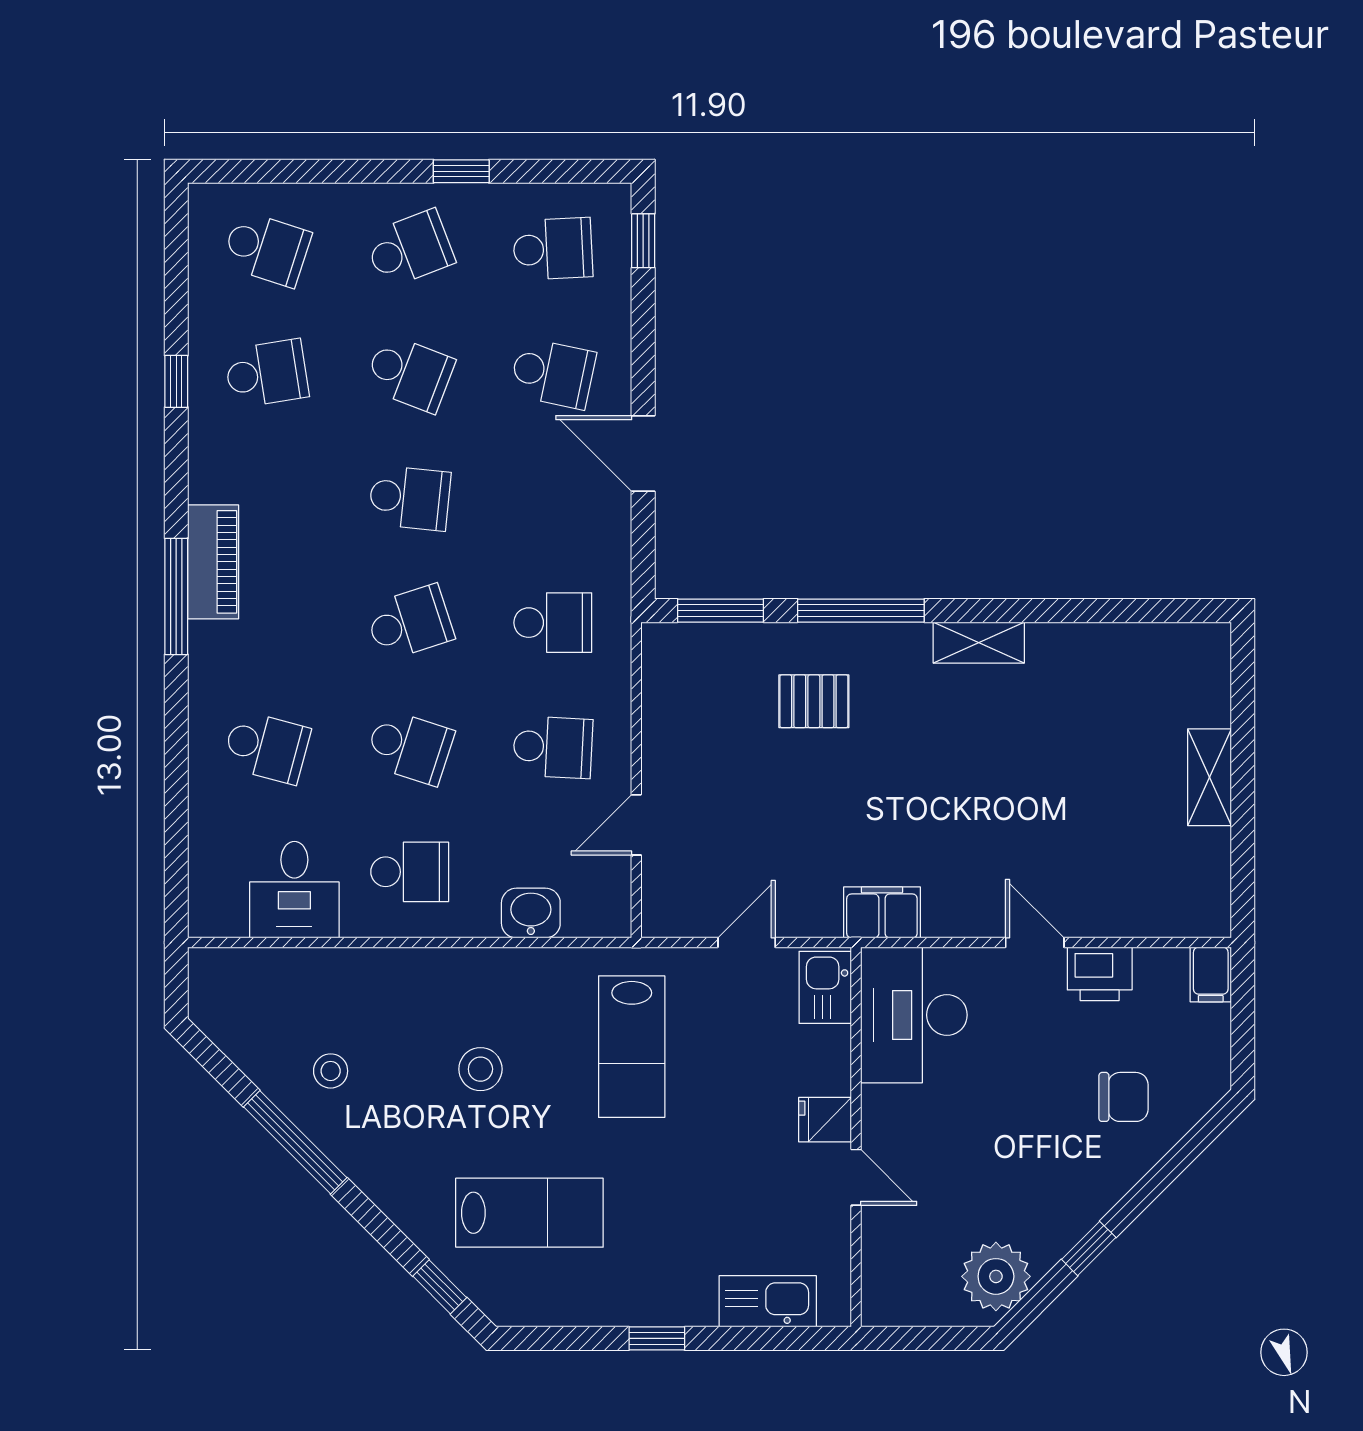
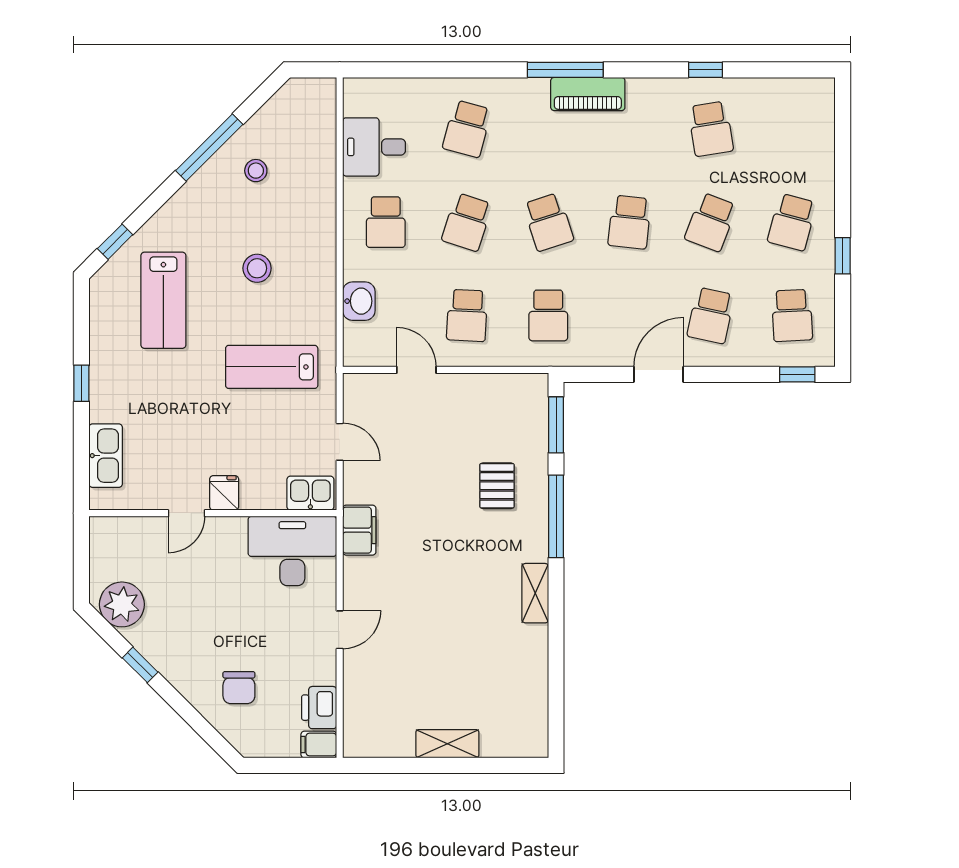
school desk: (267, 249) -> (792, 129), removed
school desk: (410, 249) -> (792, 222), turned 36
printer: (1100, 974) -> (319, 708), moved

